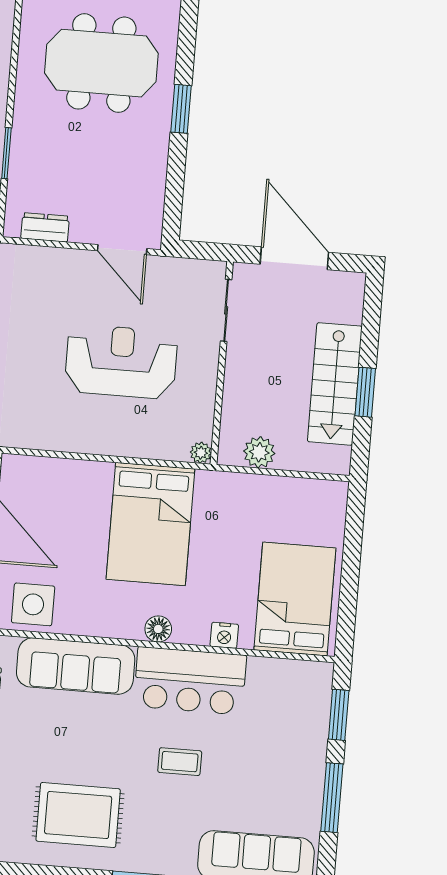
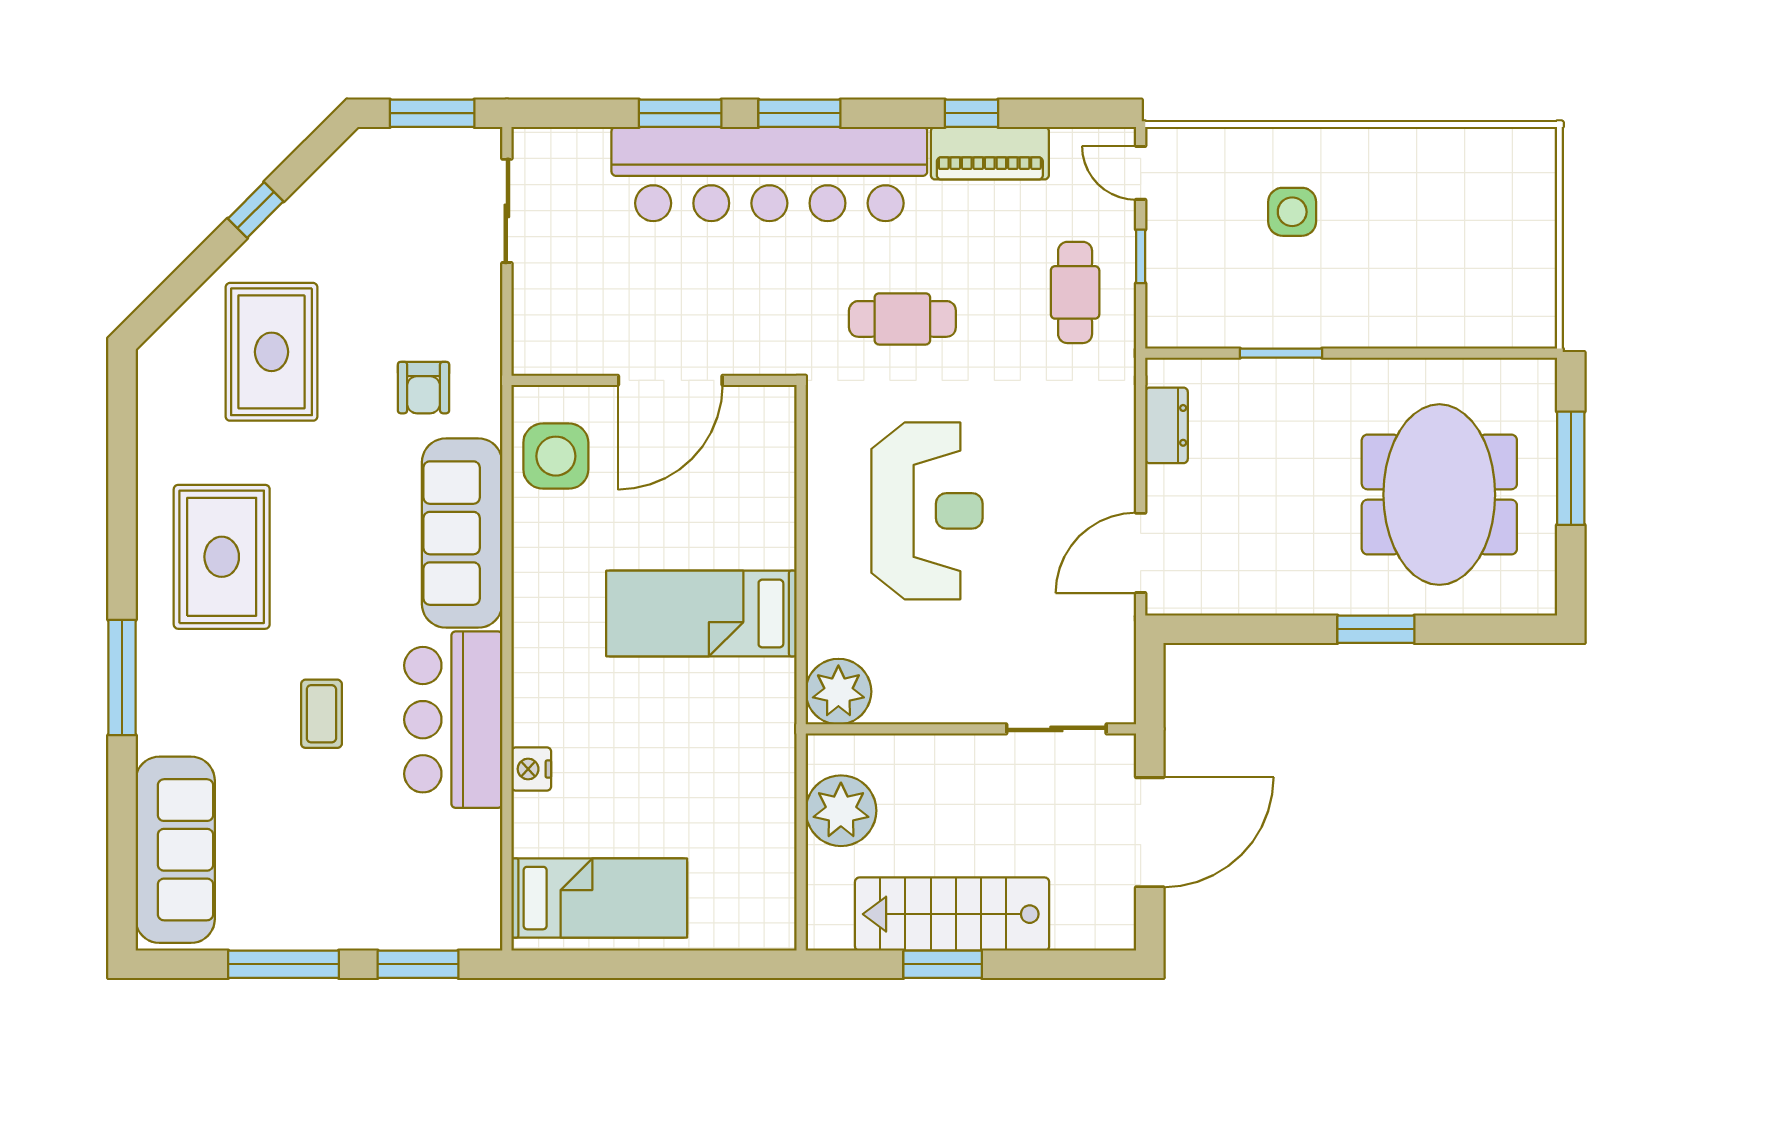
reception desk: (121, 362) -> (927, 511), moved
plant: (259, 452) -> (841, 811), width x1.36, depth x1.36
plant: (201, 453) -> (838, 692), width x1.88, depth x1.88
bed: (150, 524) -> (701, 614), width x0.67
bed: (295, 599) -> (599, 898), width x0.67
floor lamp: (158, 629) -> (533, 661), removed

